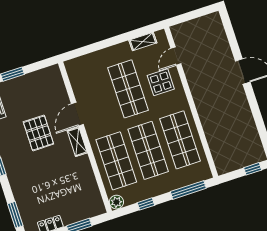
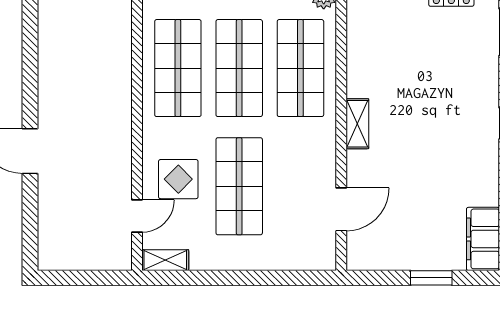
shelving: (143, 42) -> (165, 260), moved
door: (77, 114) -> (341, 209), moved
pallet: (38, 133) -> (420, 161), removed

